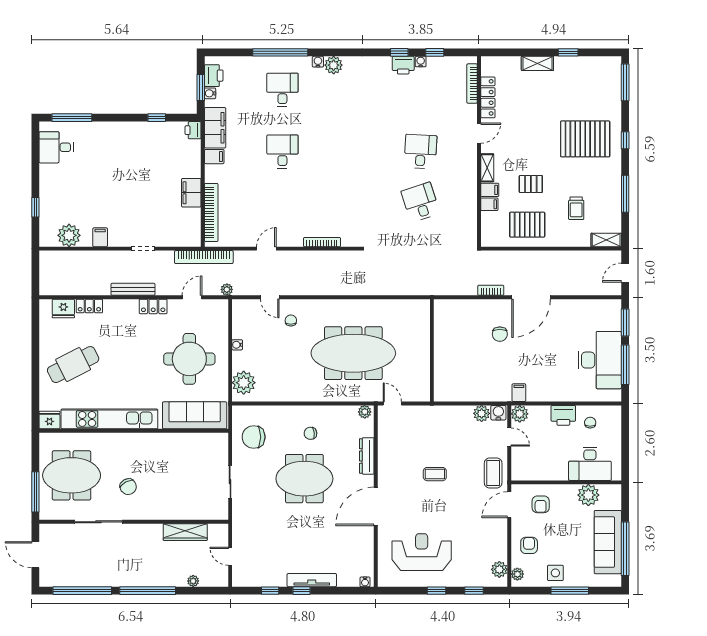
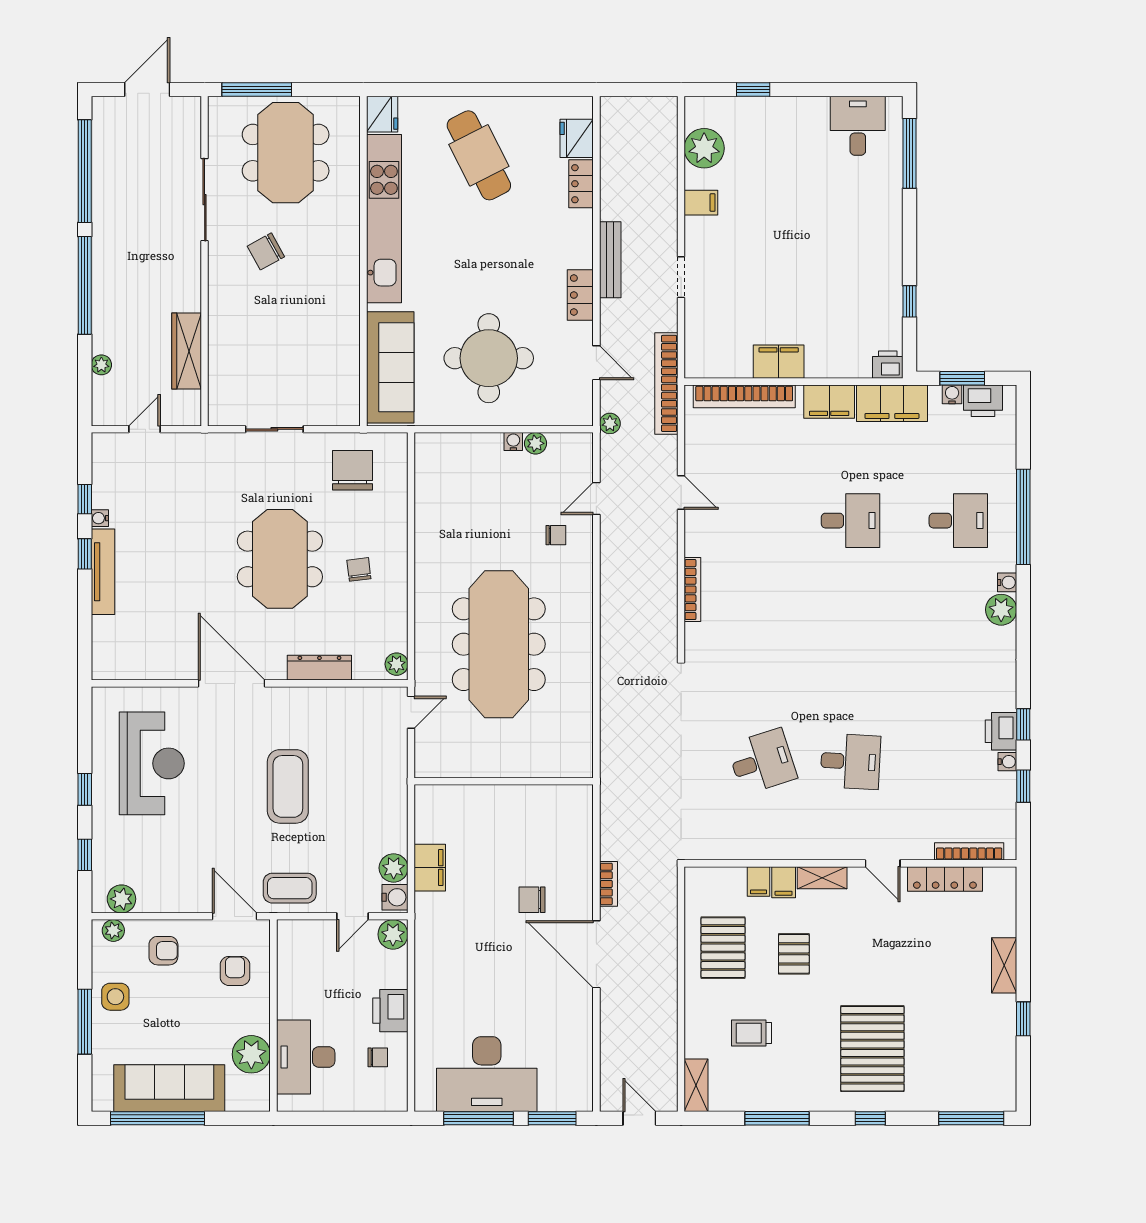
filing cabinet: (214, 157) -> (829, 402), width x2.00
plant: (244, 383) -> (536, 443), moved, width x0.53, depth x0.53
filing cabinet: (519, 393) -> (430, 868), moved, width x2.00
coffee table: (435, 474) -> (288, 786), width x1.86, depth x1.72
armchair: (541, 504) -> (235, 971), turned 90
water cooler: (365, 582) -> (100, 518), moved

